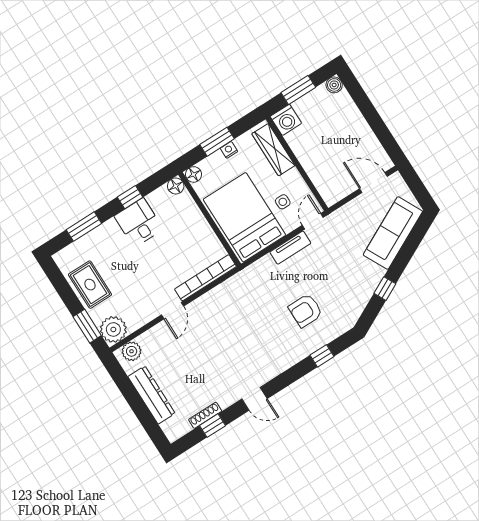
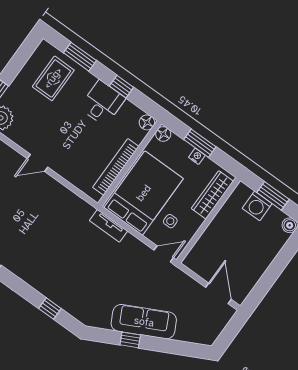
washing machine: (286, 120) -> (257, 206), moved
sofa: (393, 233) -> (144, 322), moved
tv unit: (290, 248) -> (108, 226), moved
bookcase: (205, 278) -> (116, 167), moved, turned -90
rug: (90, 285) -> (53, 78), moved
armchair: (305, 311) -> (84, 278), removed

